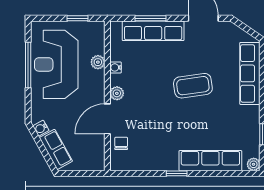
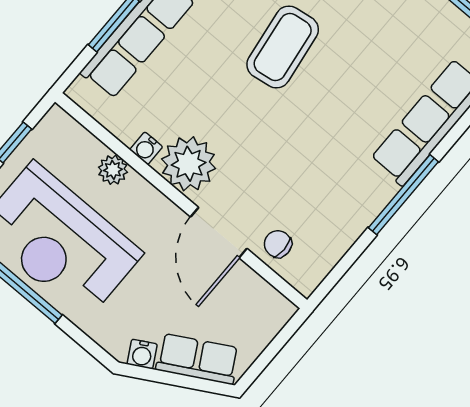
plant: (117, 93) -> (189, 164), width x1.88, depth x1.88
window: (177, 173) -> (403, 195), width x2.17

